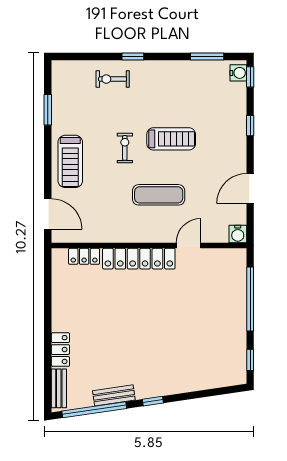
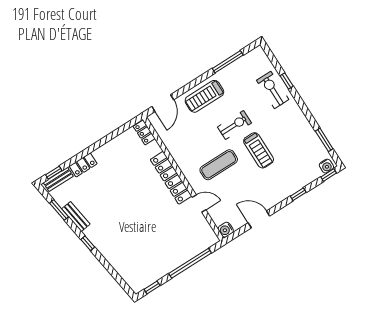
window: (133, 57) -> (287, 81), moved
exercise bike: (113, 79) -> (273, 90), width x1.38, depth x1.39
window: (48, 110) -> (228, 62), width x1.44
exercise bike: (125, 148) -> (235, 125), width x1.38, depth x1.39
exercise mat: (159, 195) -> (219, 165), turned 90
locker: (84, 256) -> (144, 132), moved
window: (48, 389) -> (54, 173), added
window: (94, 410) -> (59, 210), width x0.47

